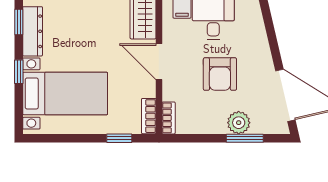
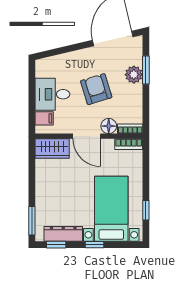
door: (159, 62) -> (87, 136), hinge flipped
armchair: (220, 74) -> (96, 89), turned -107
floor lamp: (172, 90) -> (109, 126), added
window: (119, 138) -> (146, 210), moved

